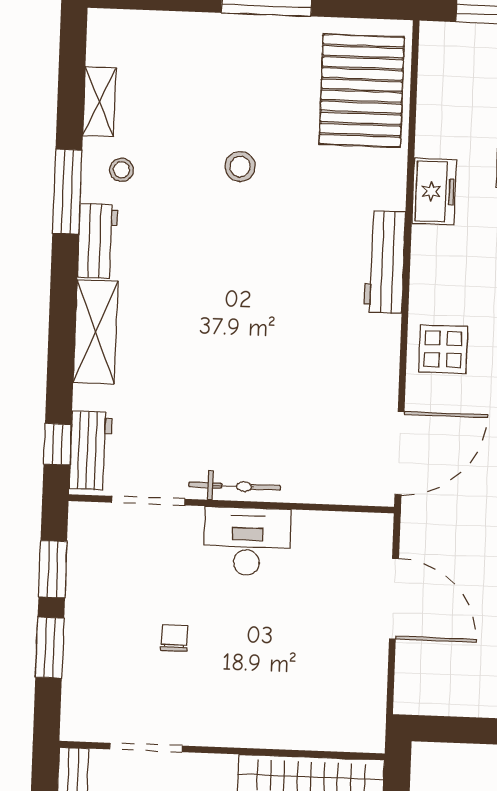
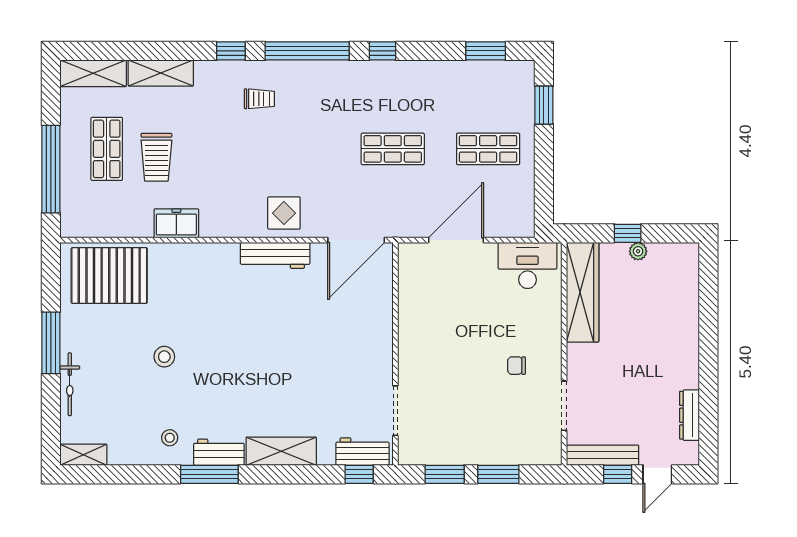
shelving: (99, 102) -> (83, 455), moved
window: (67, 192) -> (209, 474), moved
workbench: (385, 262) -> (275, 255), moved
door: (400, 453) -> (356, 240), swing flipped
bicycle: (235, 486) -> (70, 384), moved, turned 180
desk: (247, 542) -> (528, 265), moved, turned 90
chair: (174, 638) -> (517, 366), moved

